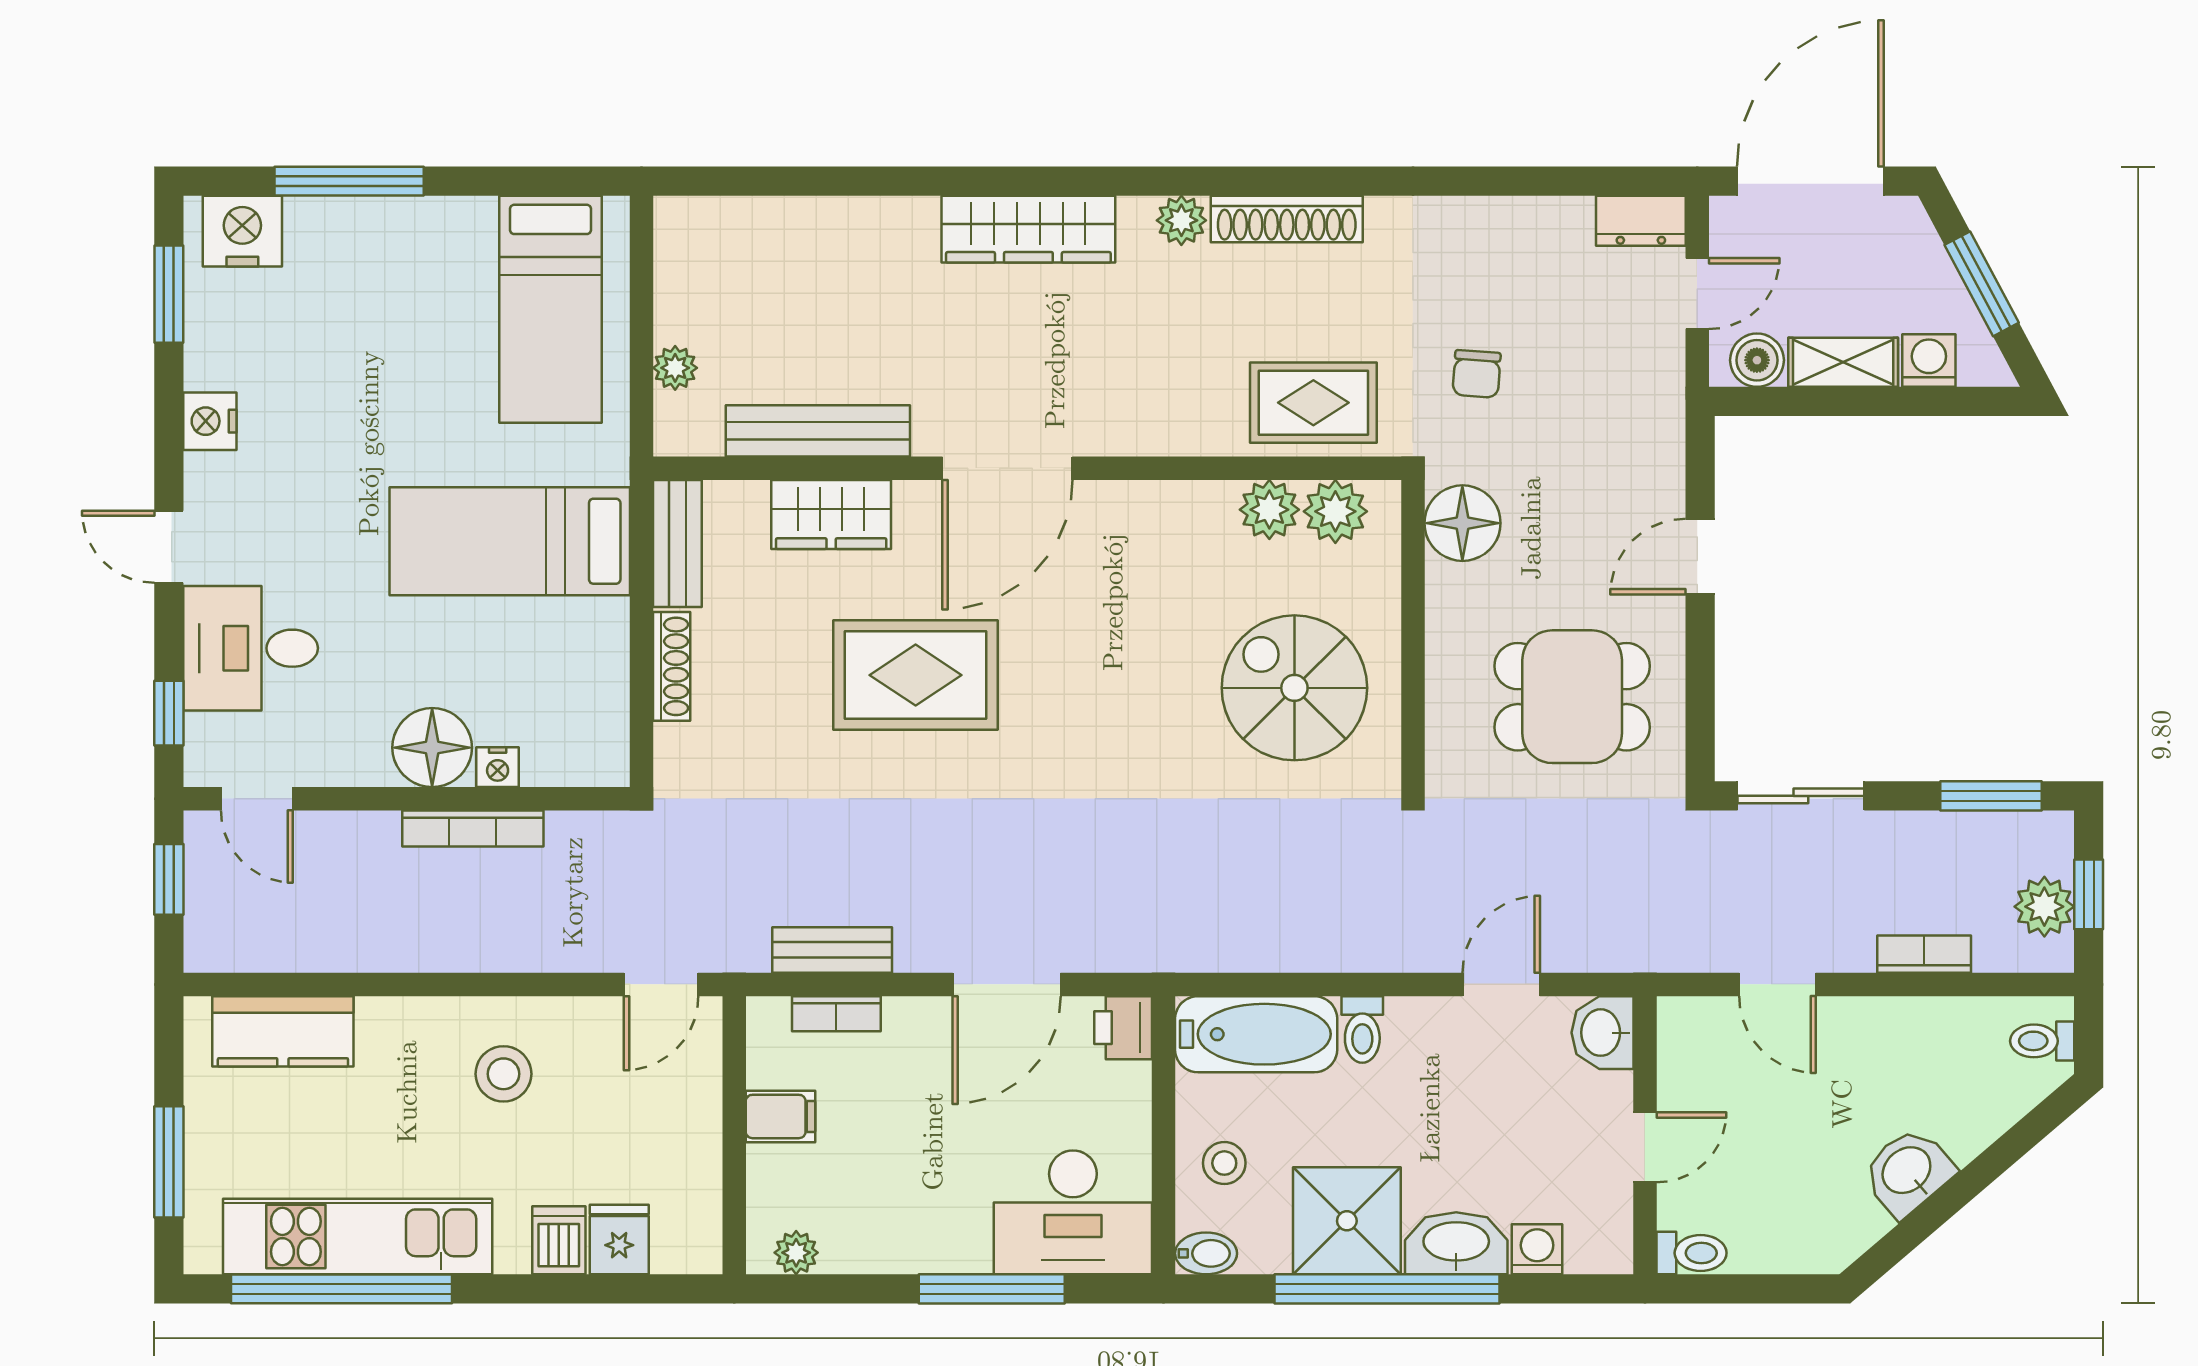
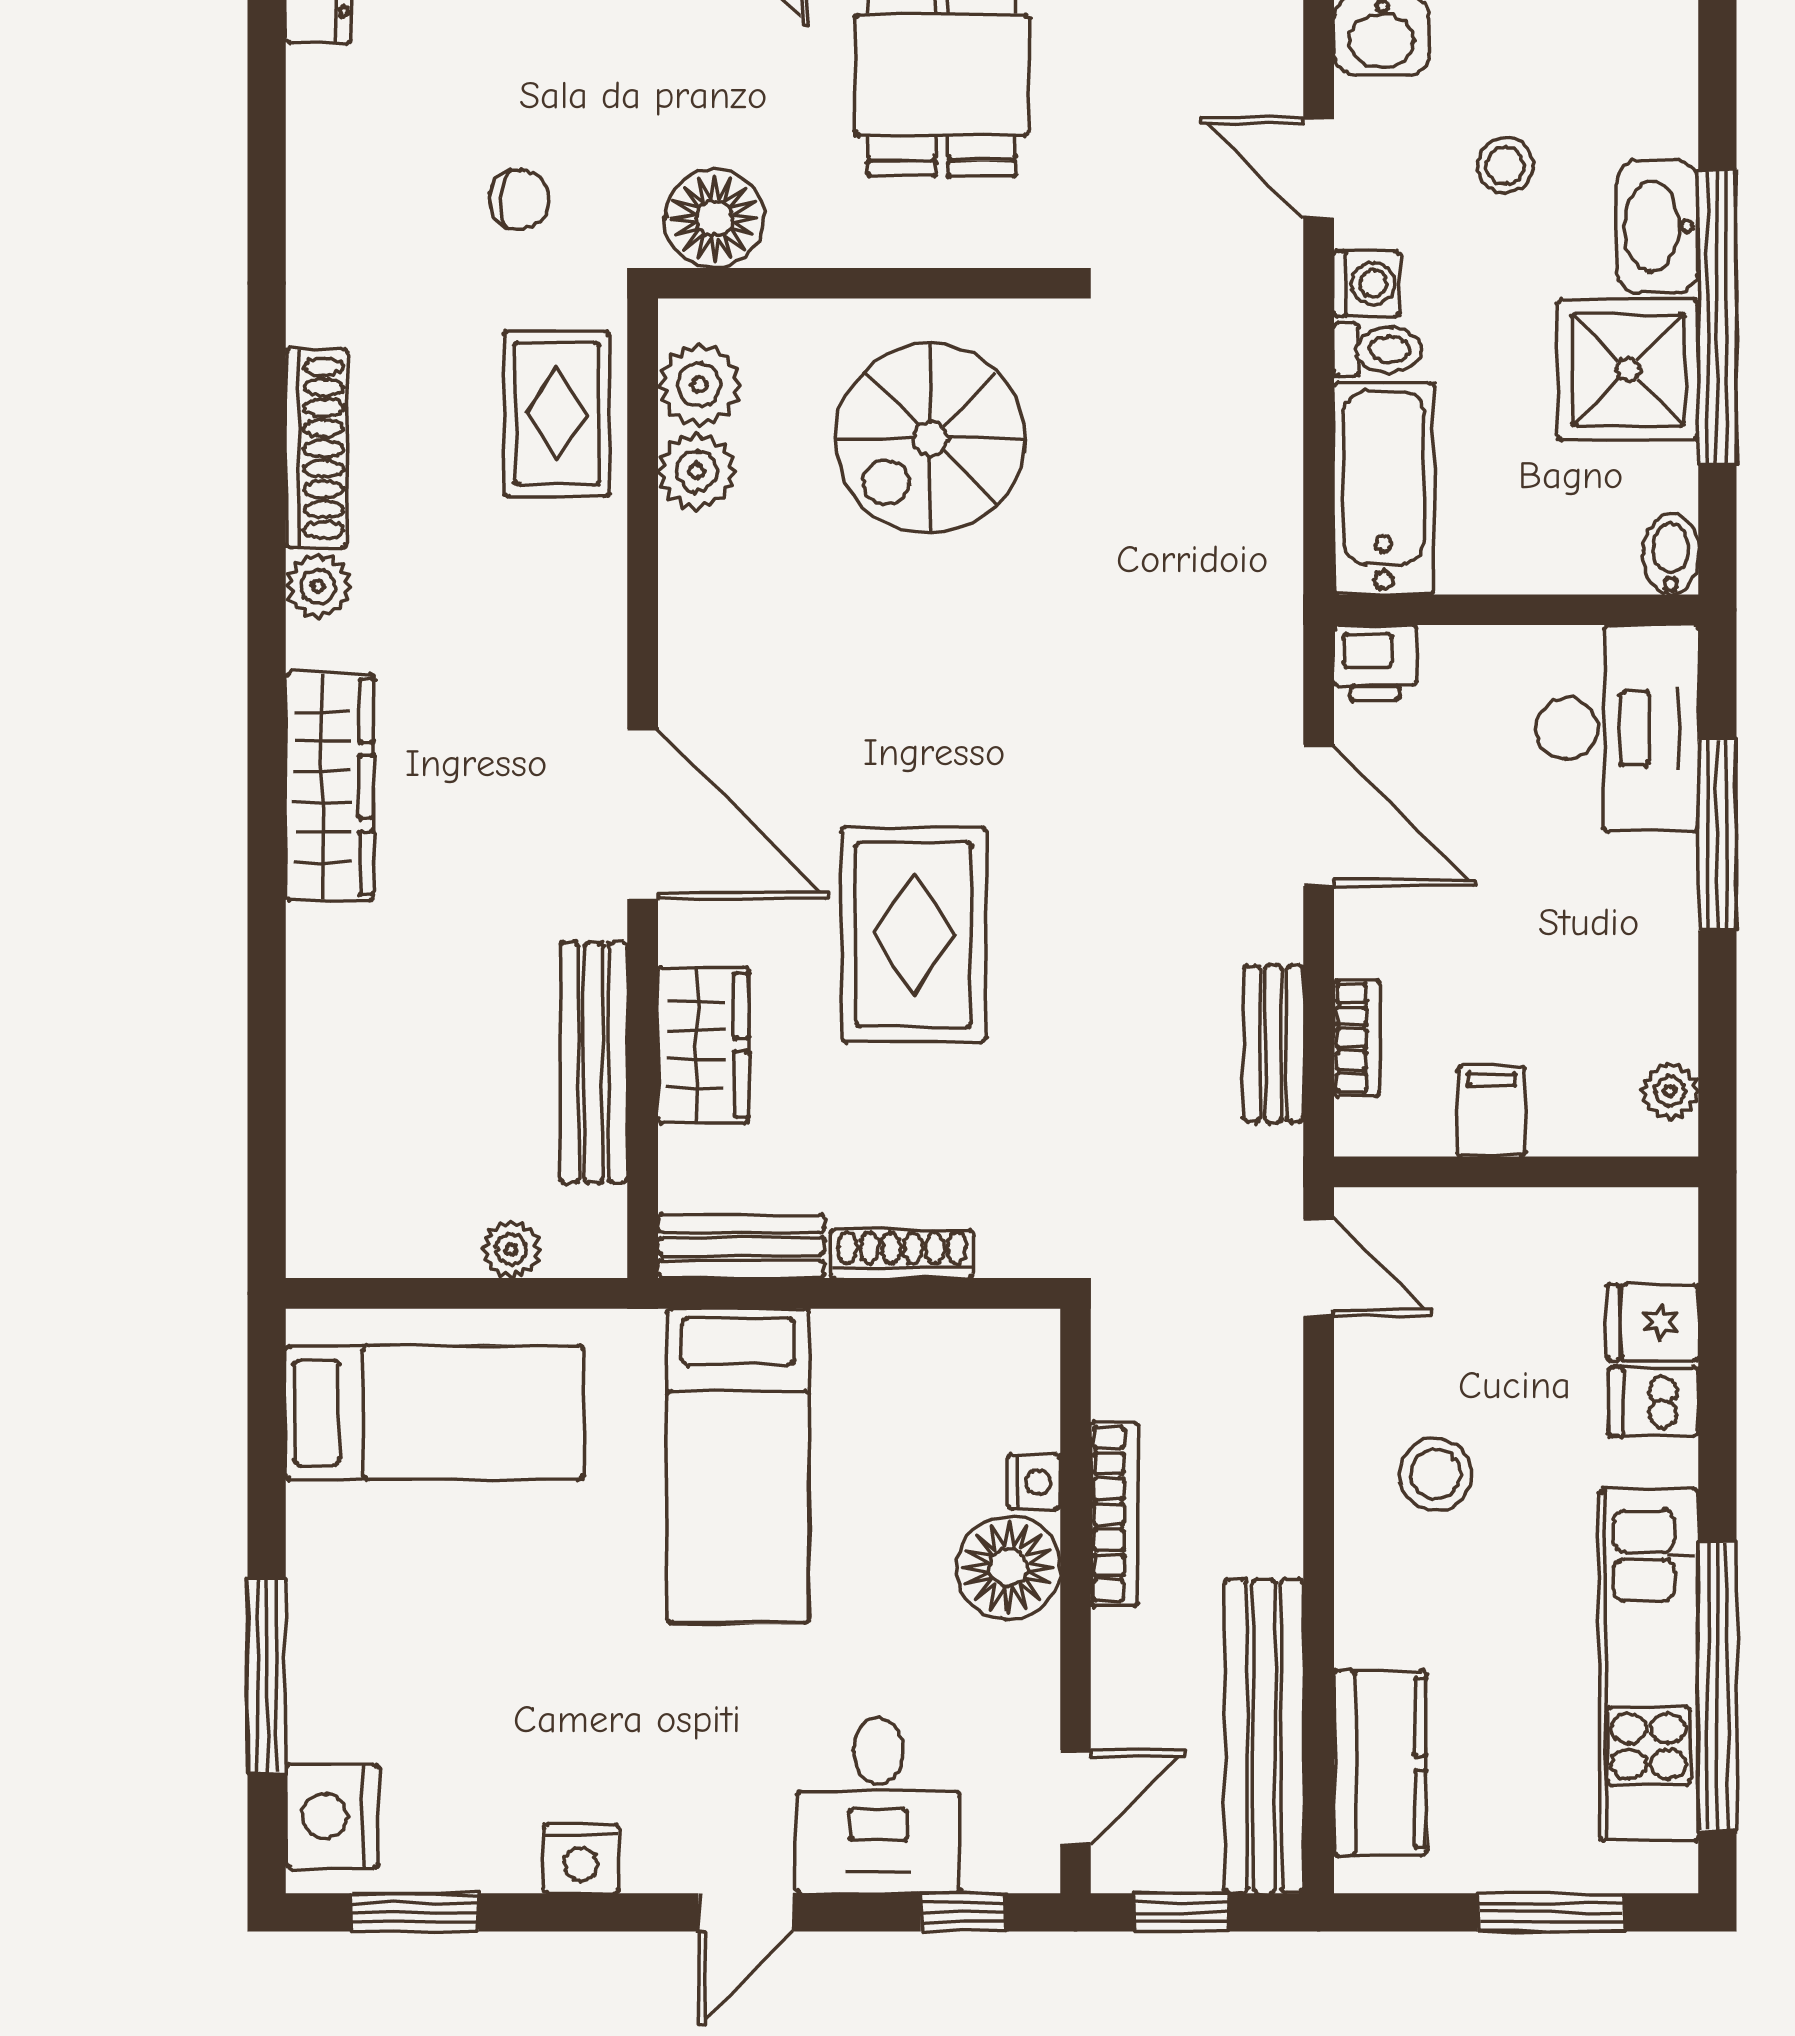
bench: (303, 943) -> (1264, 1736), added
stool: (1224, 1163) -> (1505, 165), moved
washing machine: (1537, 1249) -> (1367, 284), moved, turned 180

